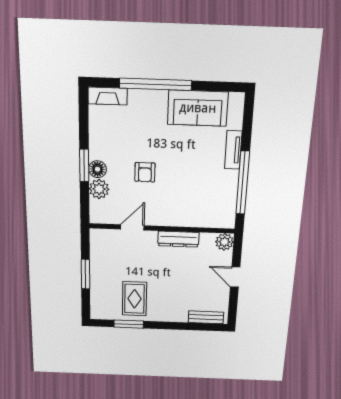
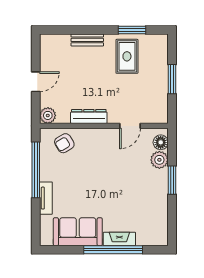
fireplace: (108, 96) -> (119, 239), moved
floor lamp: (97, 169) -> (161, 142), moved
armchair: (145, 172) -> (64, 143), moved, turned -121
door: (235, 277) -> (36, 82), hinge flipped
bench: (206, 317) -> (87, 40), moved

